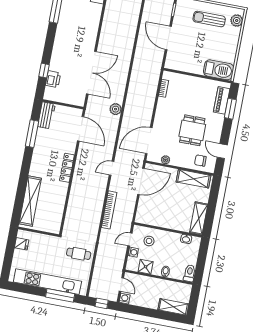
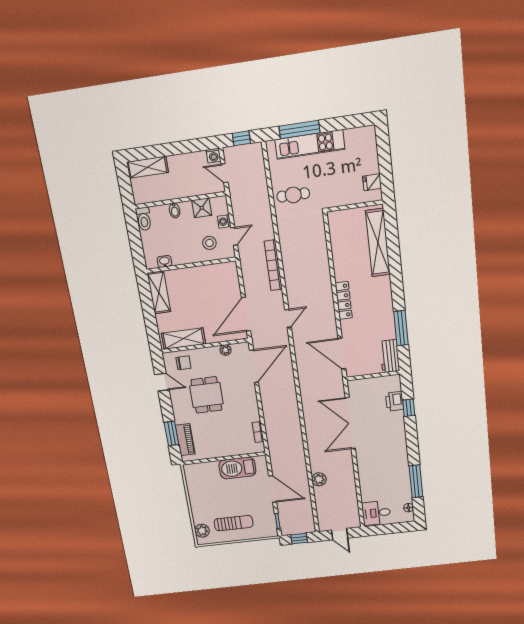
barbecue: (219, 70) -> (237, 468), moved
plant: (116, 109) -> (319, 479), moved
kitchen unit: (47, 282) -> (310, 144), width x0.73

